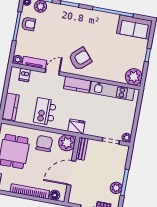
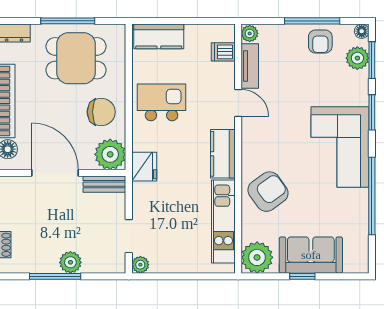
corner sofa: (85, 24) -> (340, 147), added
sofa: (134, 27) -> (311, 255), moved, turned 90
armchair: (80, 59) -> (268, 192), moved, turned -85
plant: (116, 188) -> (70, 262), moved

